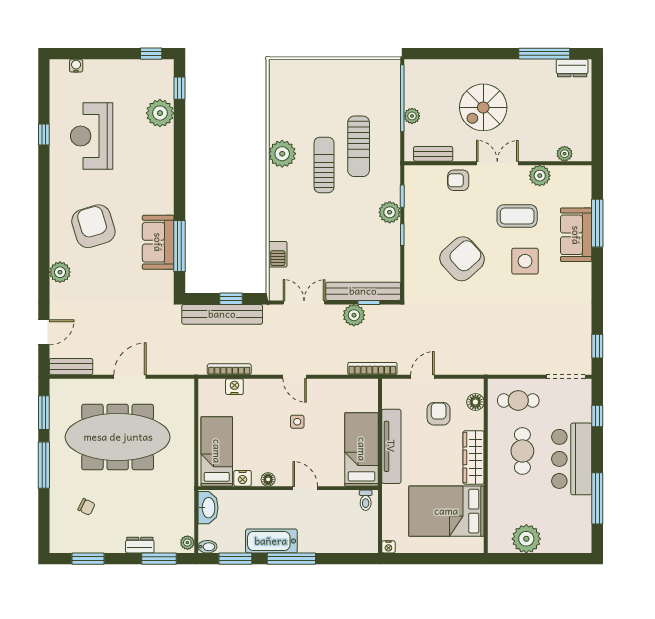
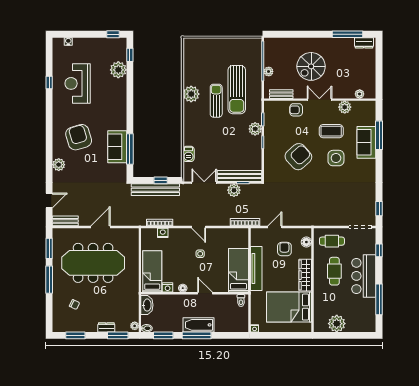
sun lounger: (359, 146) -> (237, 90), width x1.36, depth x1.34
bathtub: (271, 541) -> (199, 325), moved

